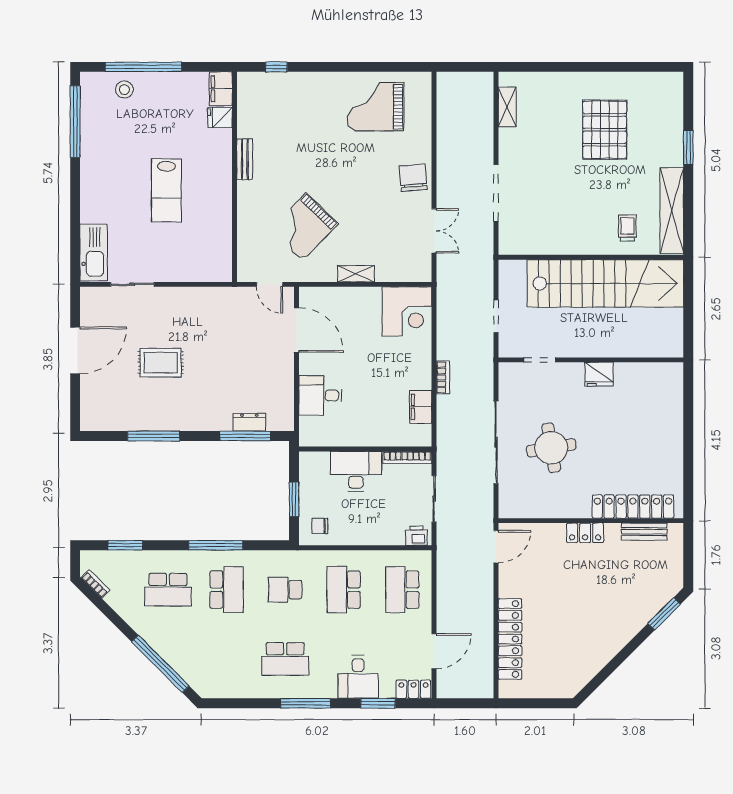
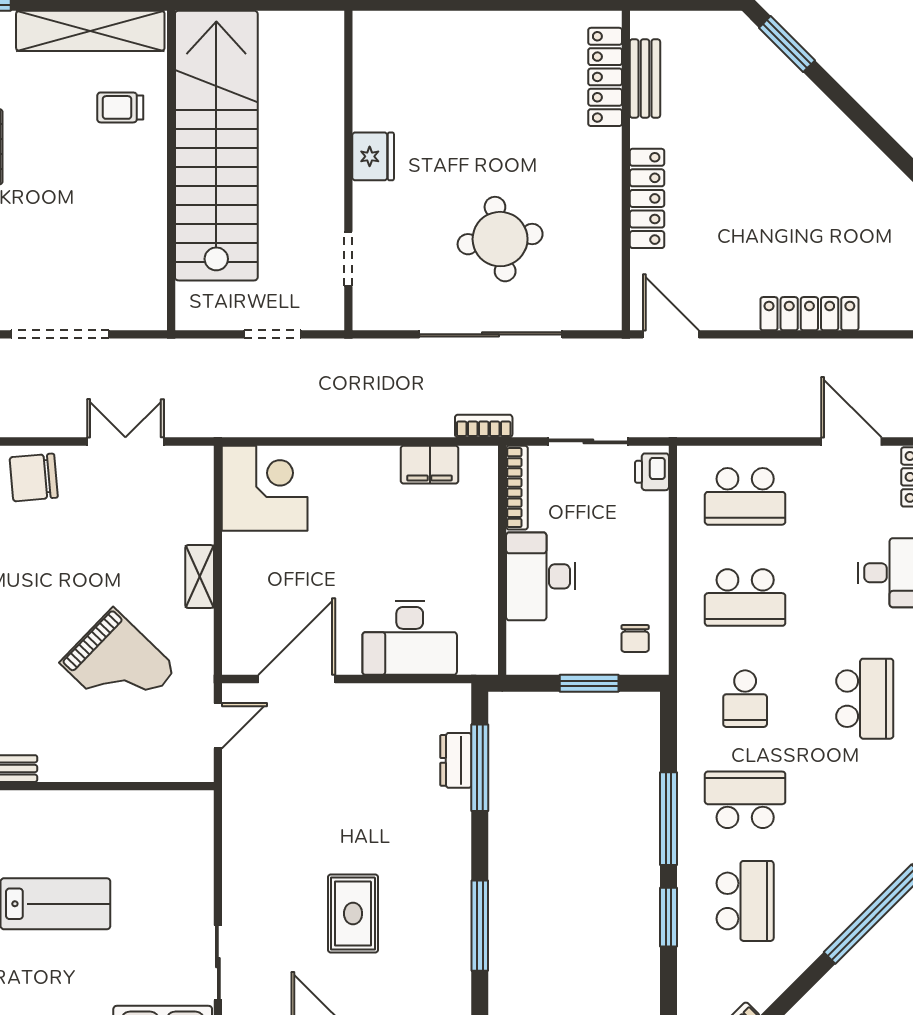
bookcase: (443, 377) -> (484, 426), moved
desk: (320, 395) -> (410, 638), width x1.37
locker: (633, 507) -> (605, 77), width x0.71, depth x0.83
locker: (585, 533) -> (647, 198), width x1.53
window: (125, 545) -> (668, 917), moved
locker: (510, 639) -> (809, 314), width x0.71, depth x0.83

